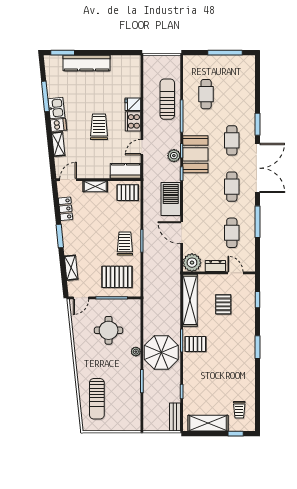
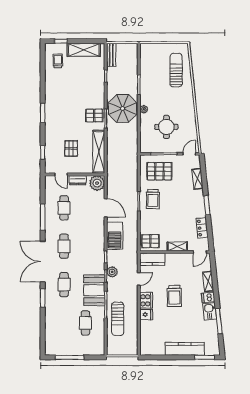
booth: (195, 154) -> (94, 290), moved

